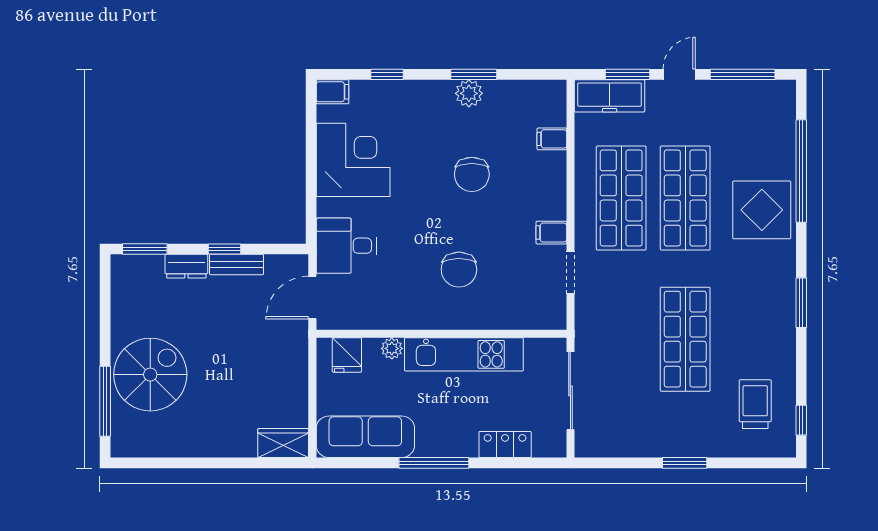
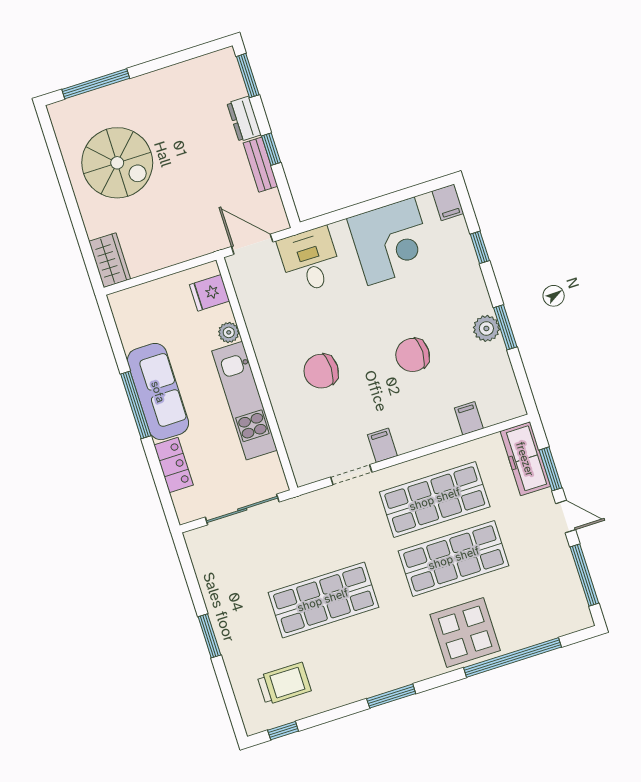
spiral stairs: (150, 375) -> (117, 163), moved
sofa: (365, 437) -> (158, 392), moved

